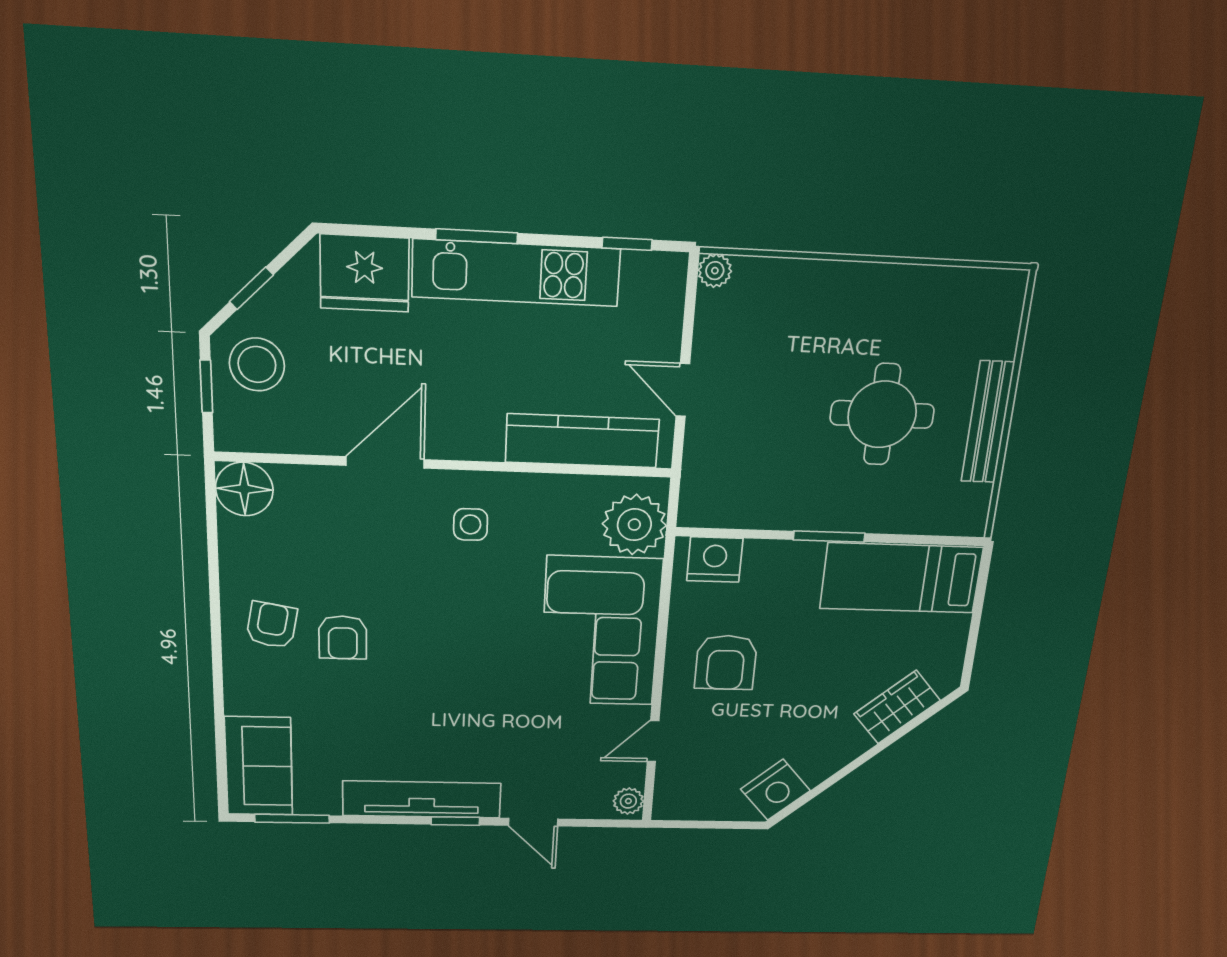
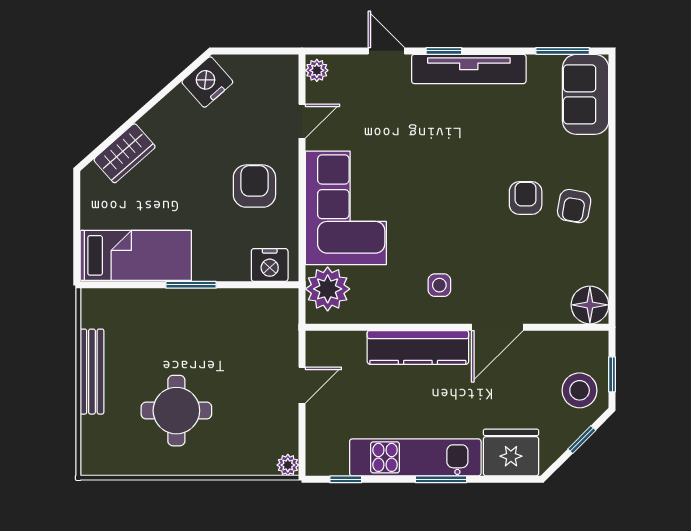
door: (683, 390) -> (302, 385), hinge flipped
round table: (882, 414) -> (176, 411), moved
kitchen counter: (582, 441) -> (418, 347), moved

